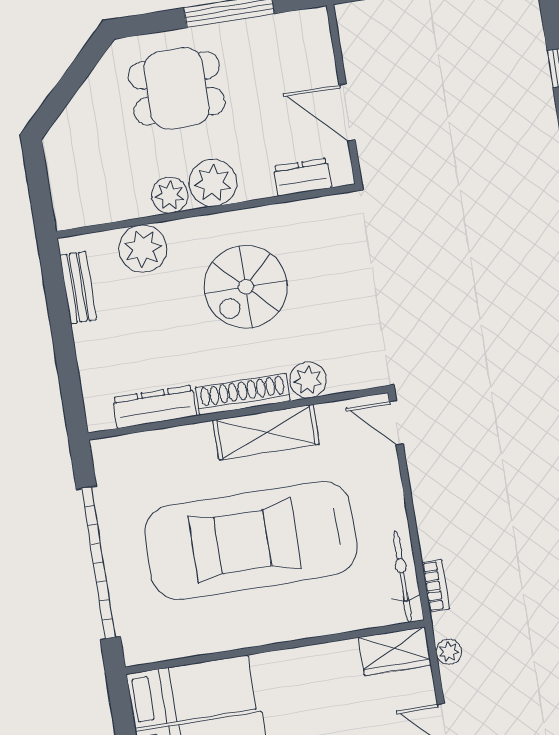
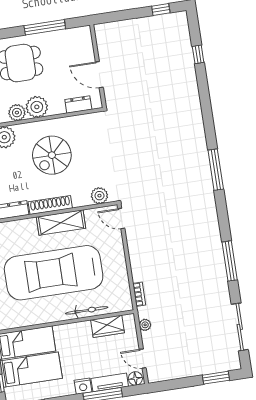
plant: (308, 380) -> (99, 196), moved
bicycle: (402, 577) -> (87, 310), moved, turned 90
wardrobe: (395, 651) -> (107, 326), moved

